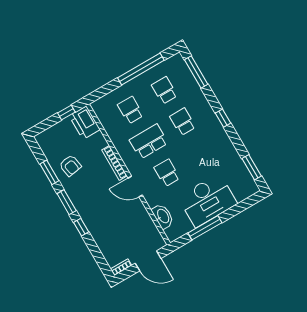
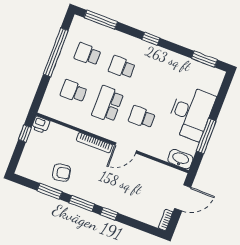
printer: (85, 123) -> (41, 125), width x0.53, depth x0.68
washbasin: (163, 216) -> (180, 159), moved

